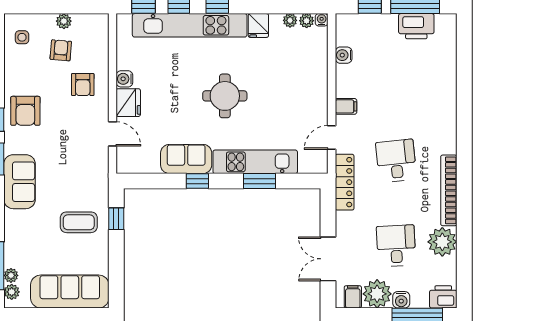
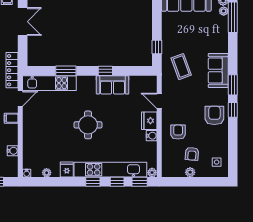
plant: (307, 21) -> (152, 173), moved
kitchen unit: (255, 162) -> (49, 83), moved
coffee table: (79, 222) -> (181, 67), moved, turned 70

